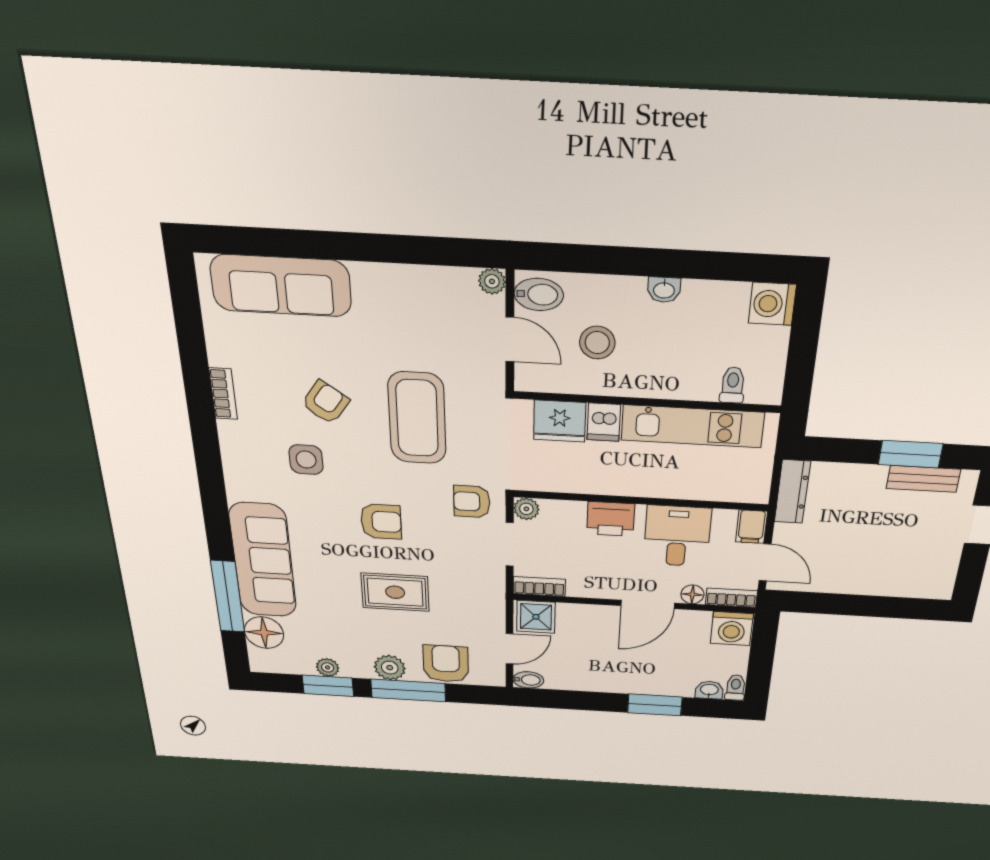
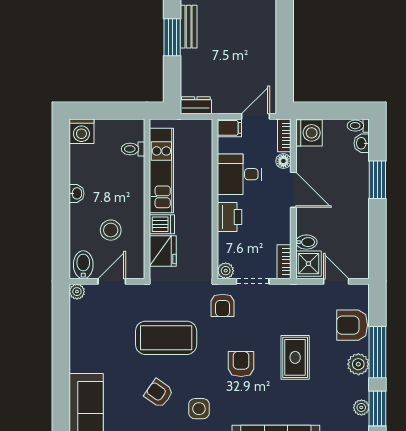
dresser: (792, 492) -> (196, 105), width x0.70
bidet: (528, 680) -> (306, 242), moved, turned 90

